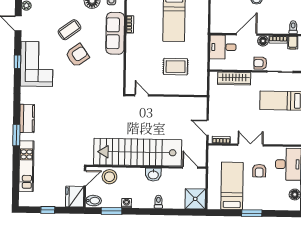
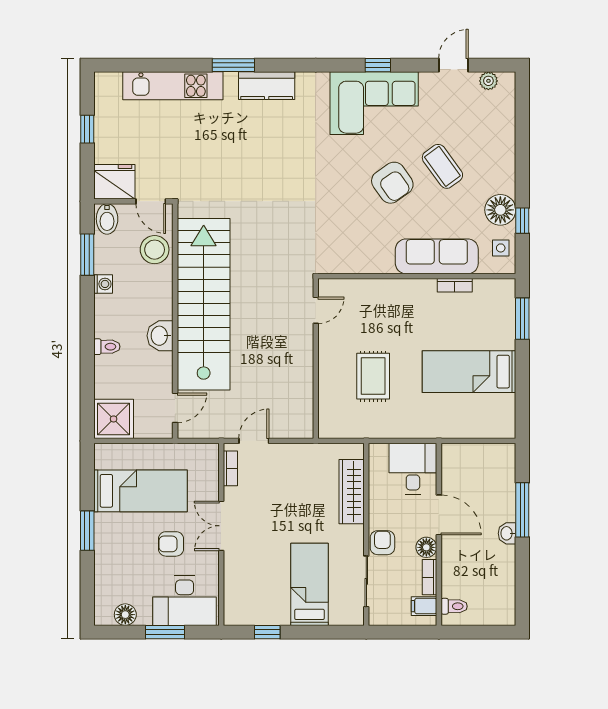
double door: (250, 145) -> (221, 526), swing flipped

